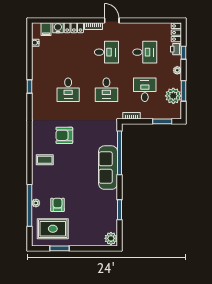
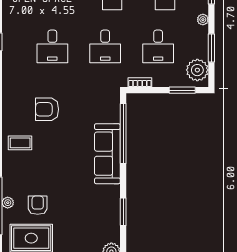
desk: (145, 90) -> (158, 46), turned 180
plant: (173, 96) -> (197, 70), moved

